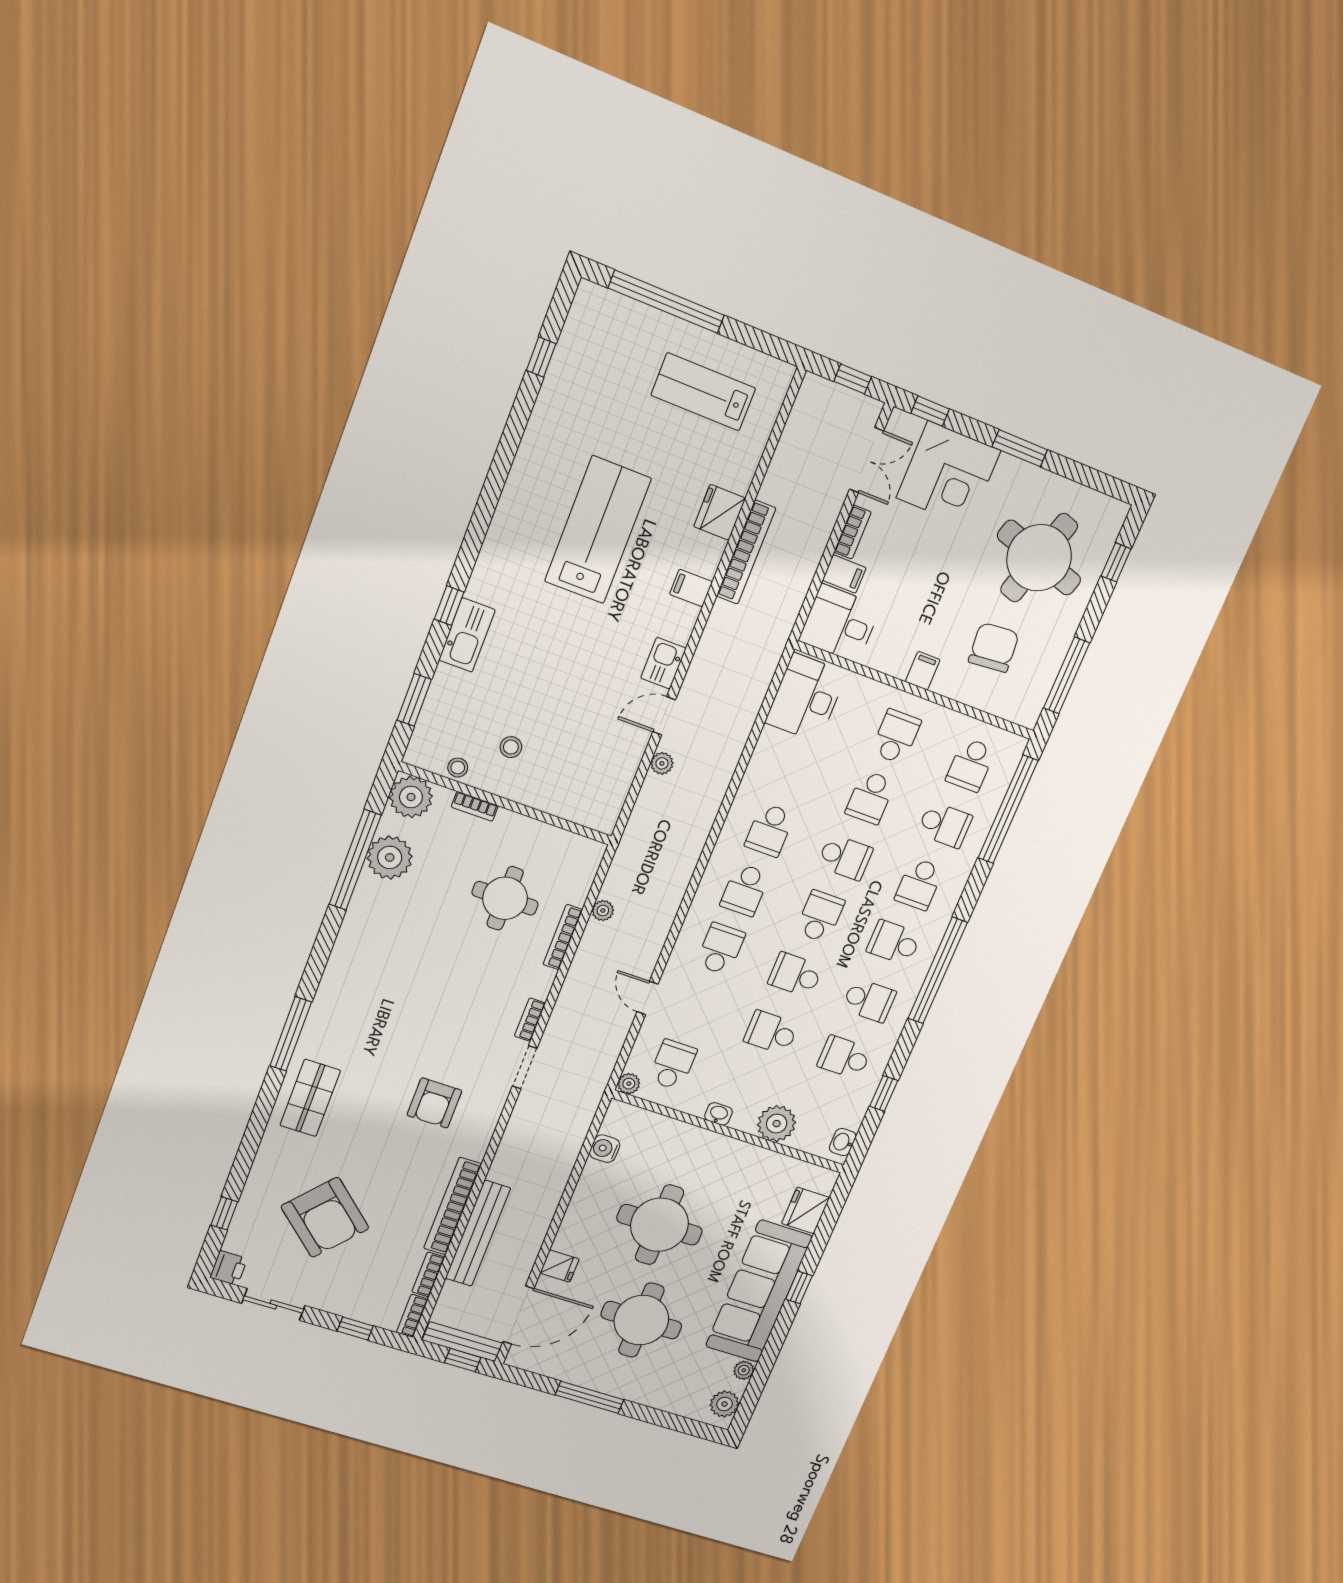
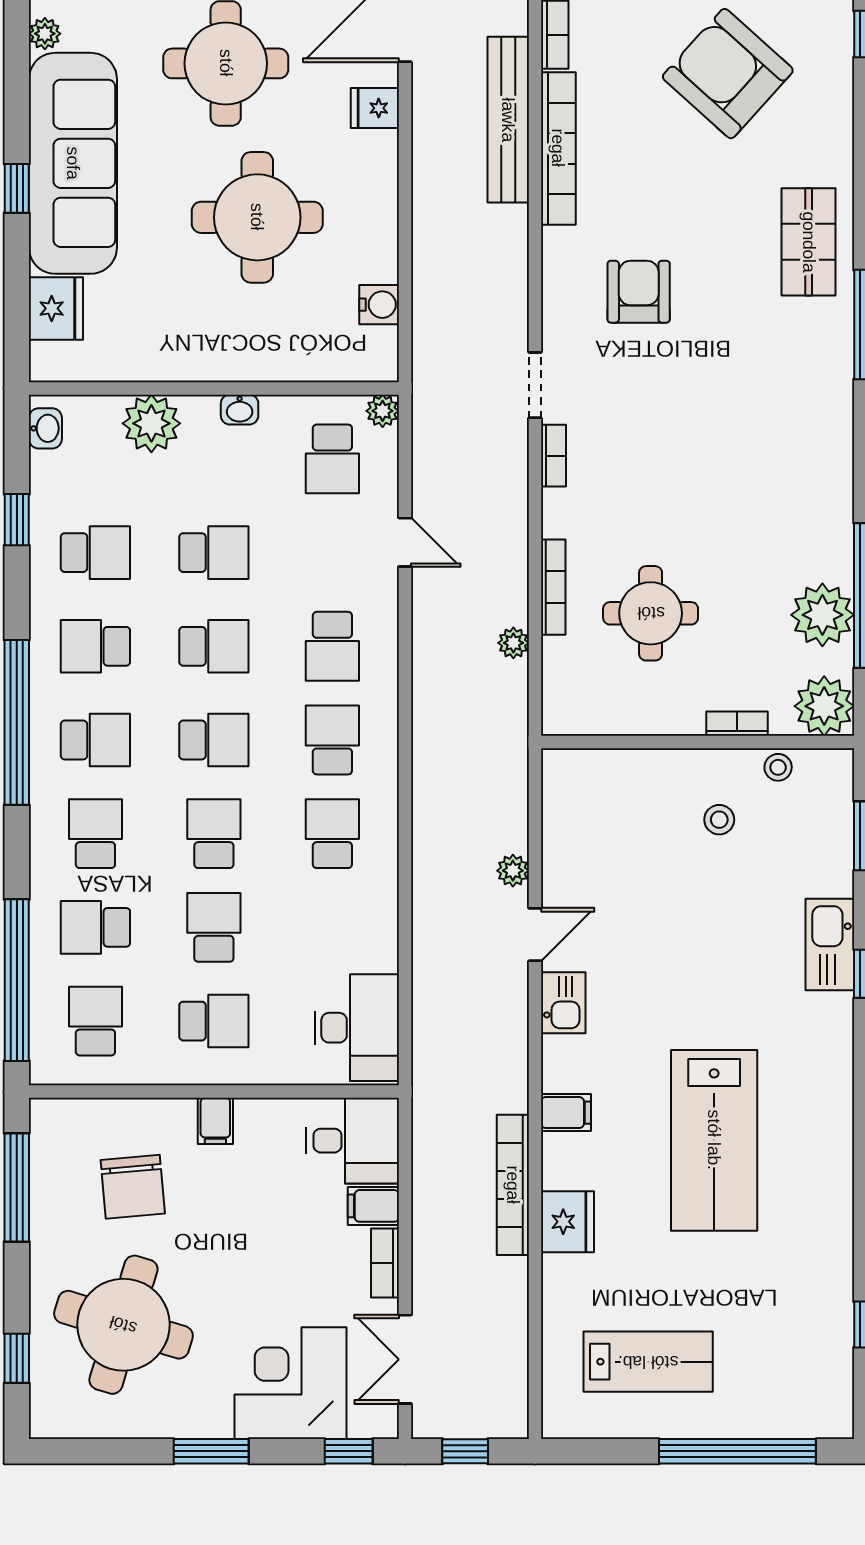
school desk: (896, 737) -> (214, 1021), turned -90
school desk: (845, 857) -> (214, 834), turned 90
school desk: (820, 916) -> (214, 740), turned -90

